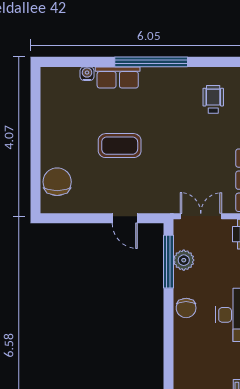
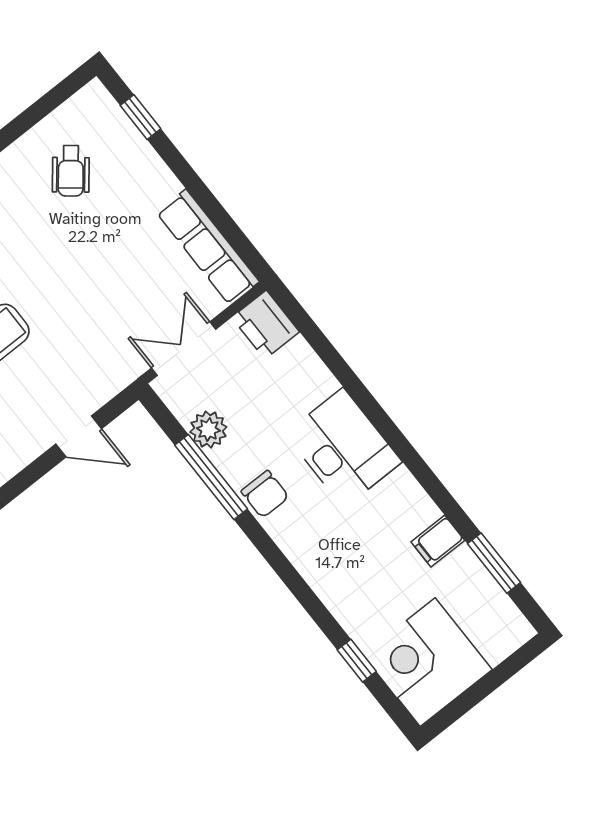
wheelchair: (213, 99) -> (71, 171), turned -141
window: (168, 262) -> (211, 477), moved

